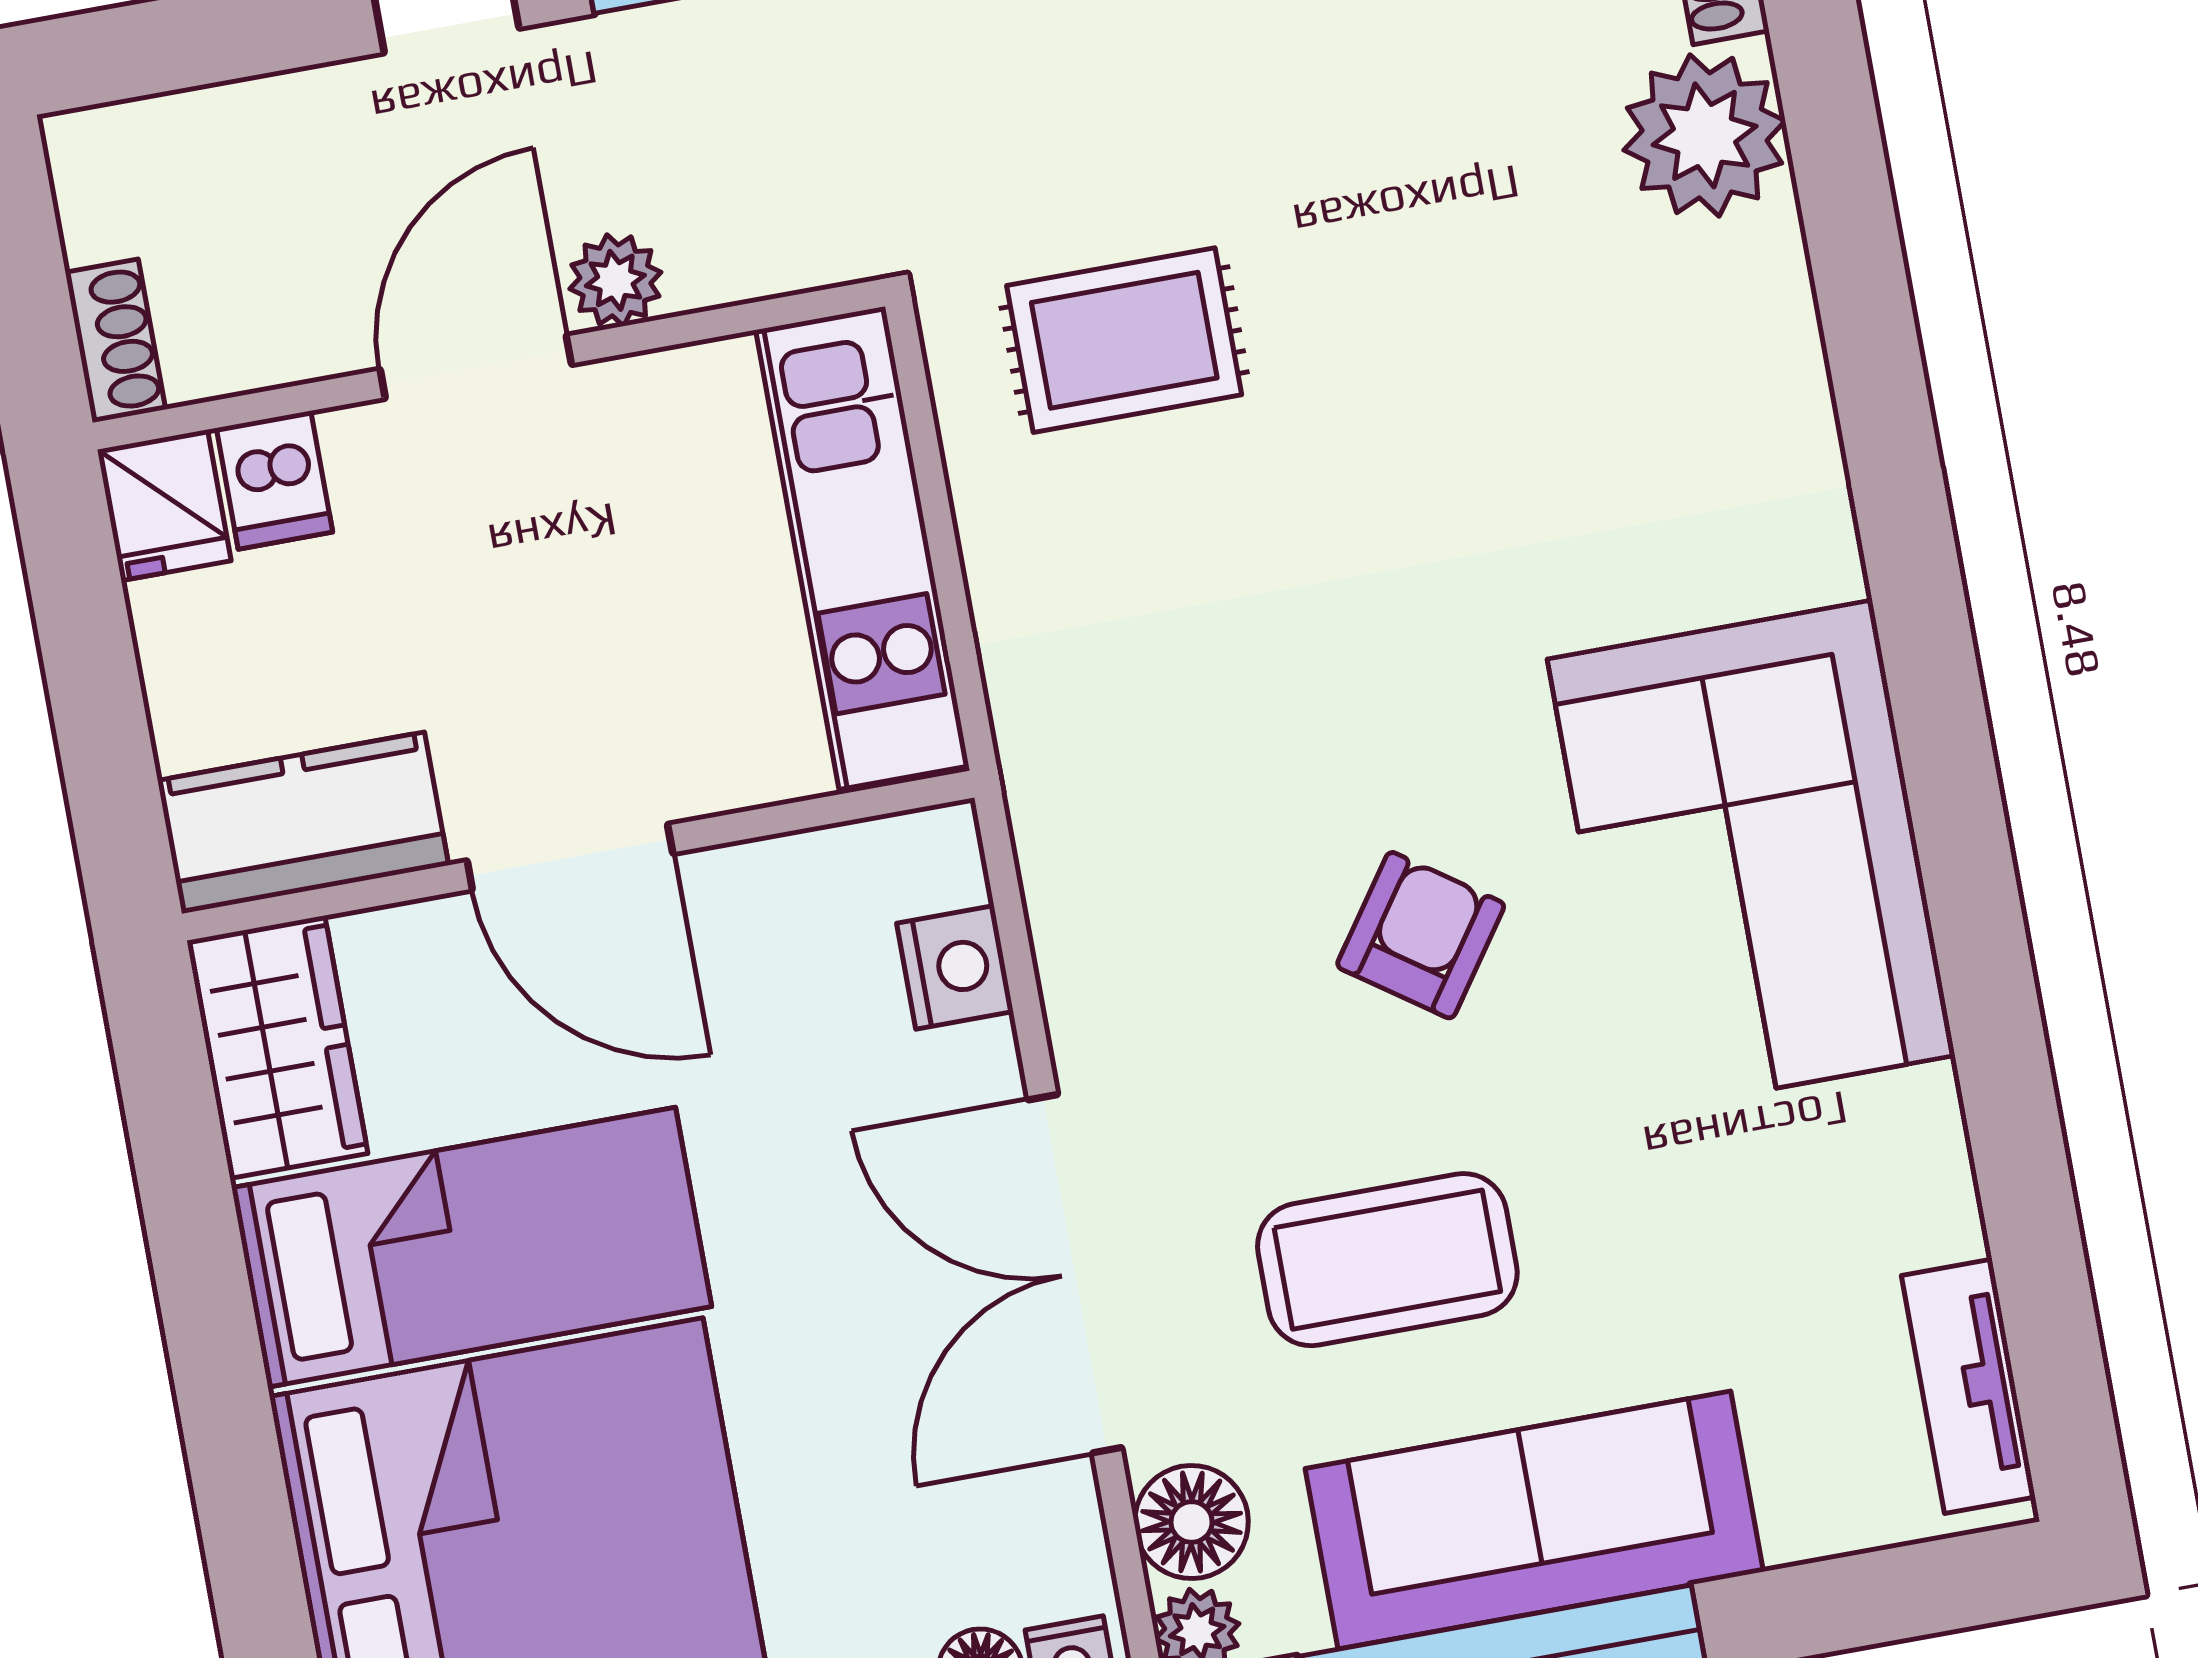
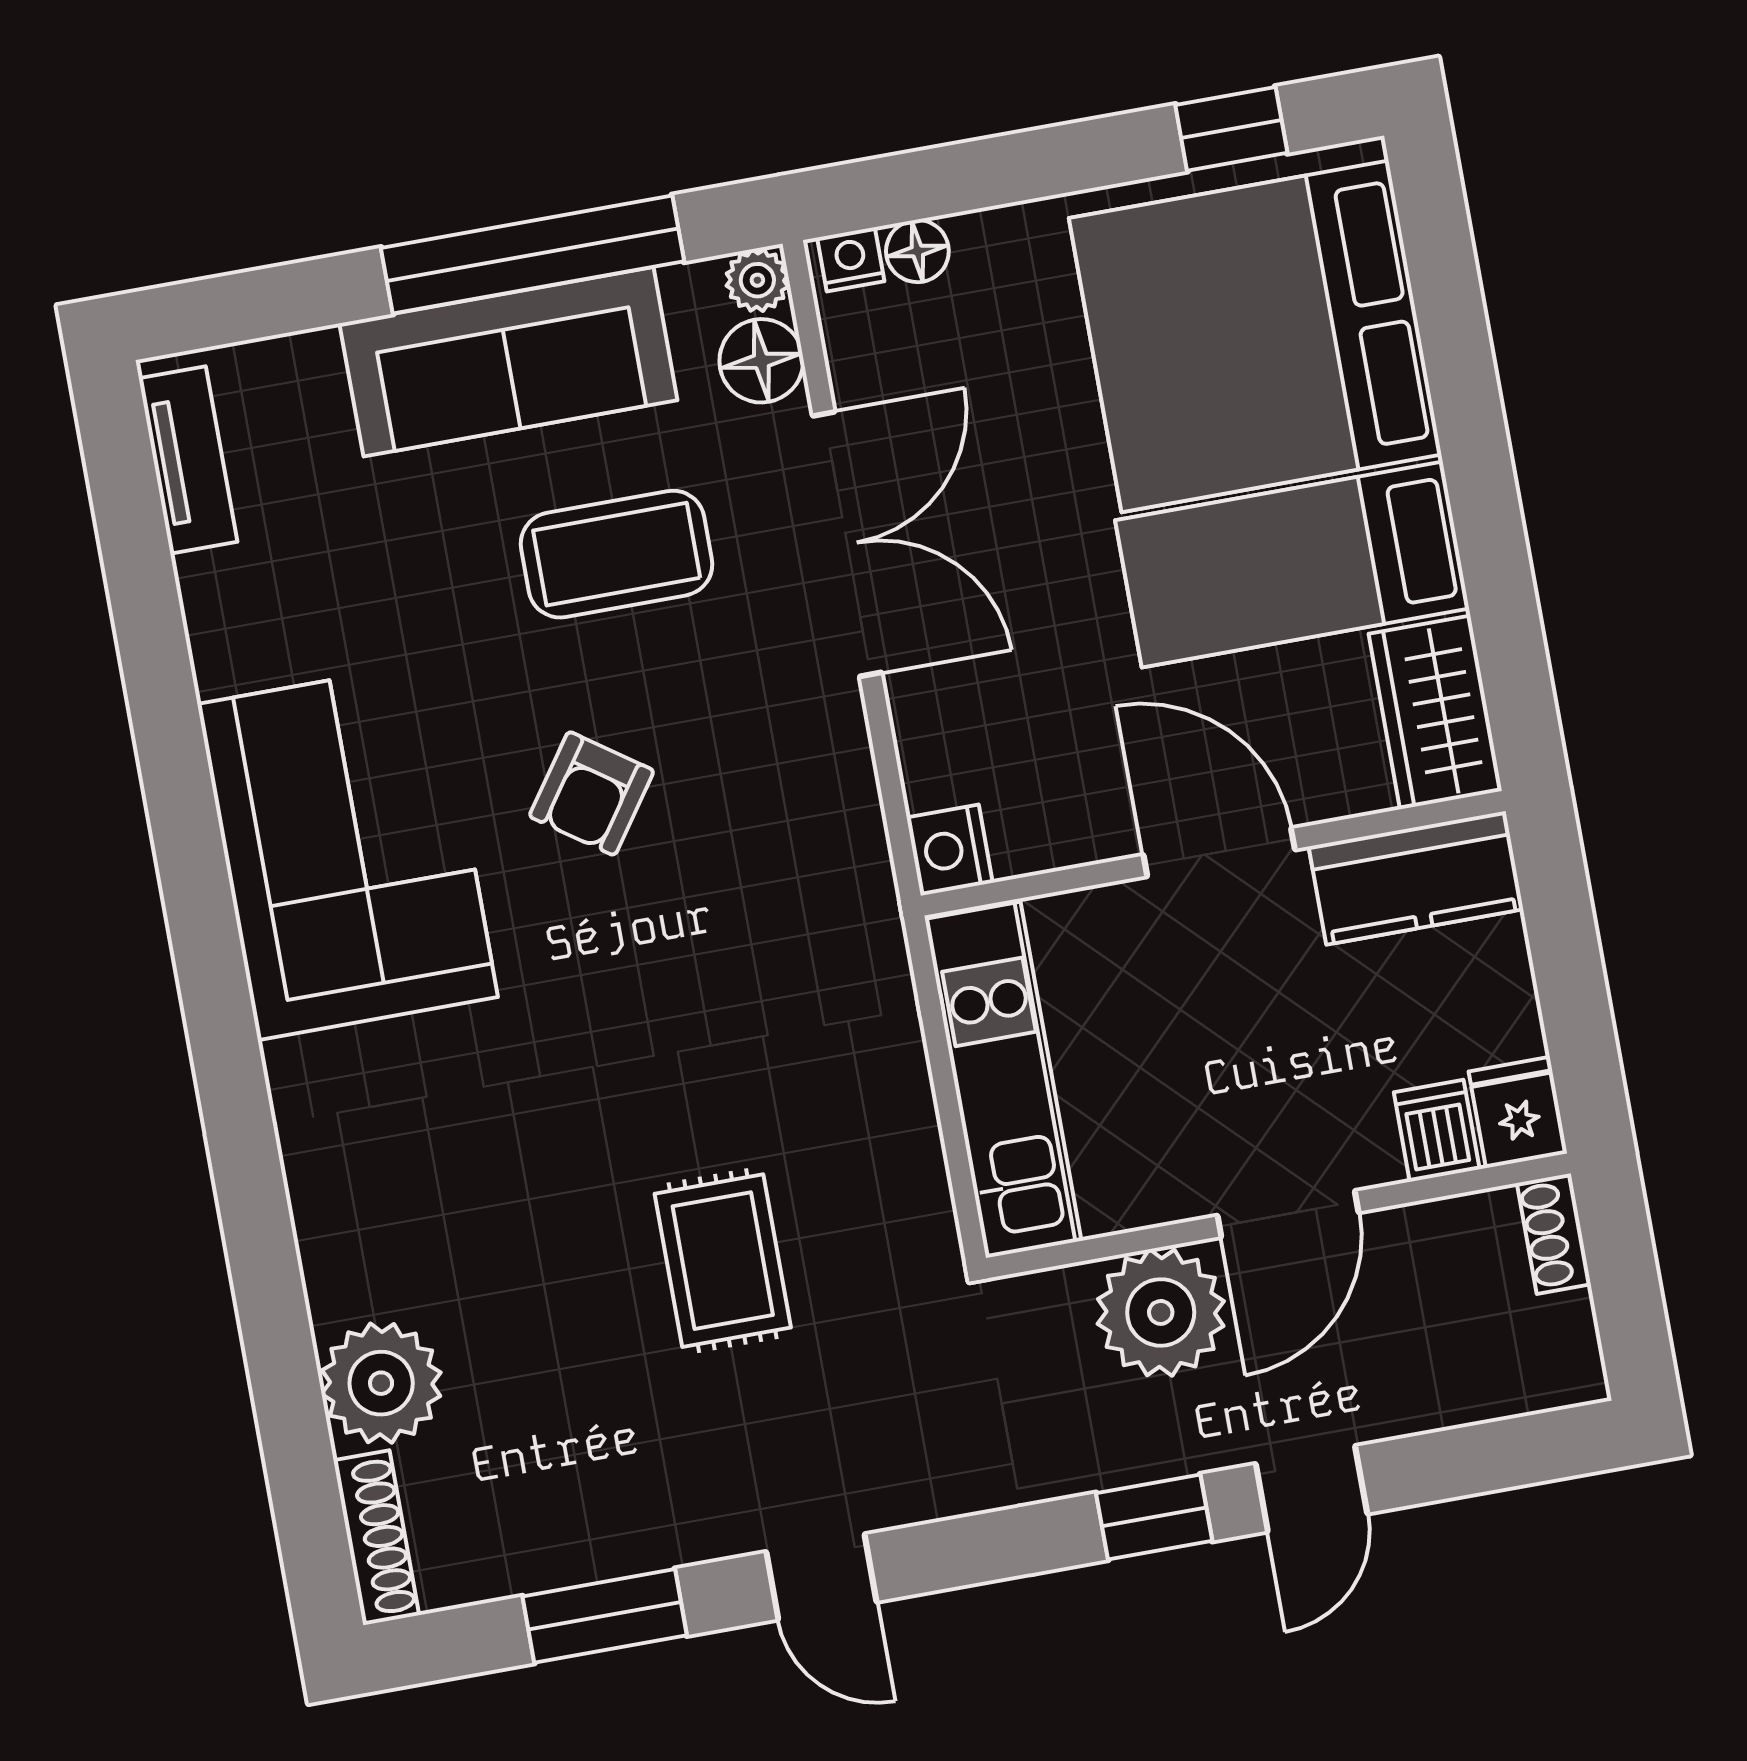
plant: (615, 280) -> (1161, 1312), width x1.88, depth x1.88
rug: (1124, 340) -> (723, 1261), moved, turned 90
nightstand: (955, 967) -> (950, 850), moved

